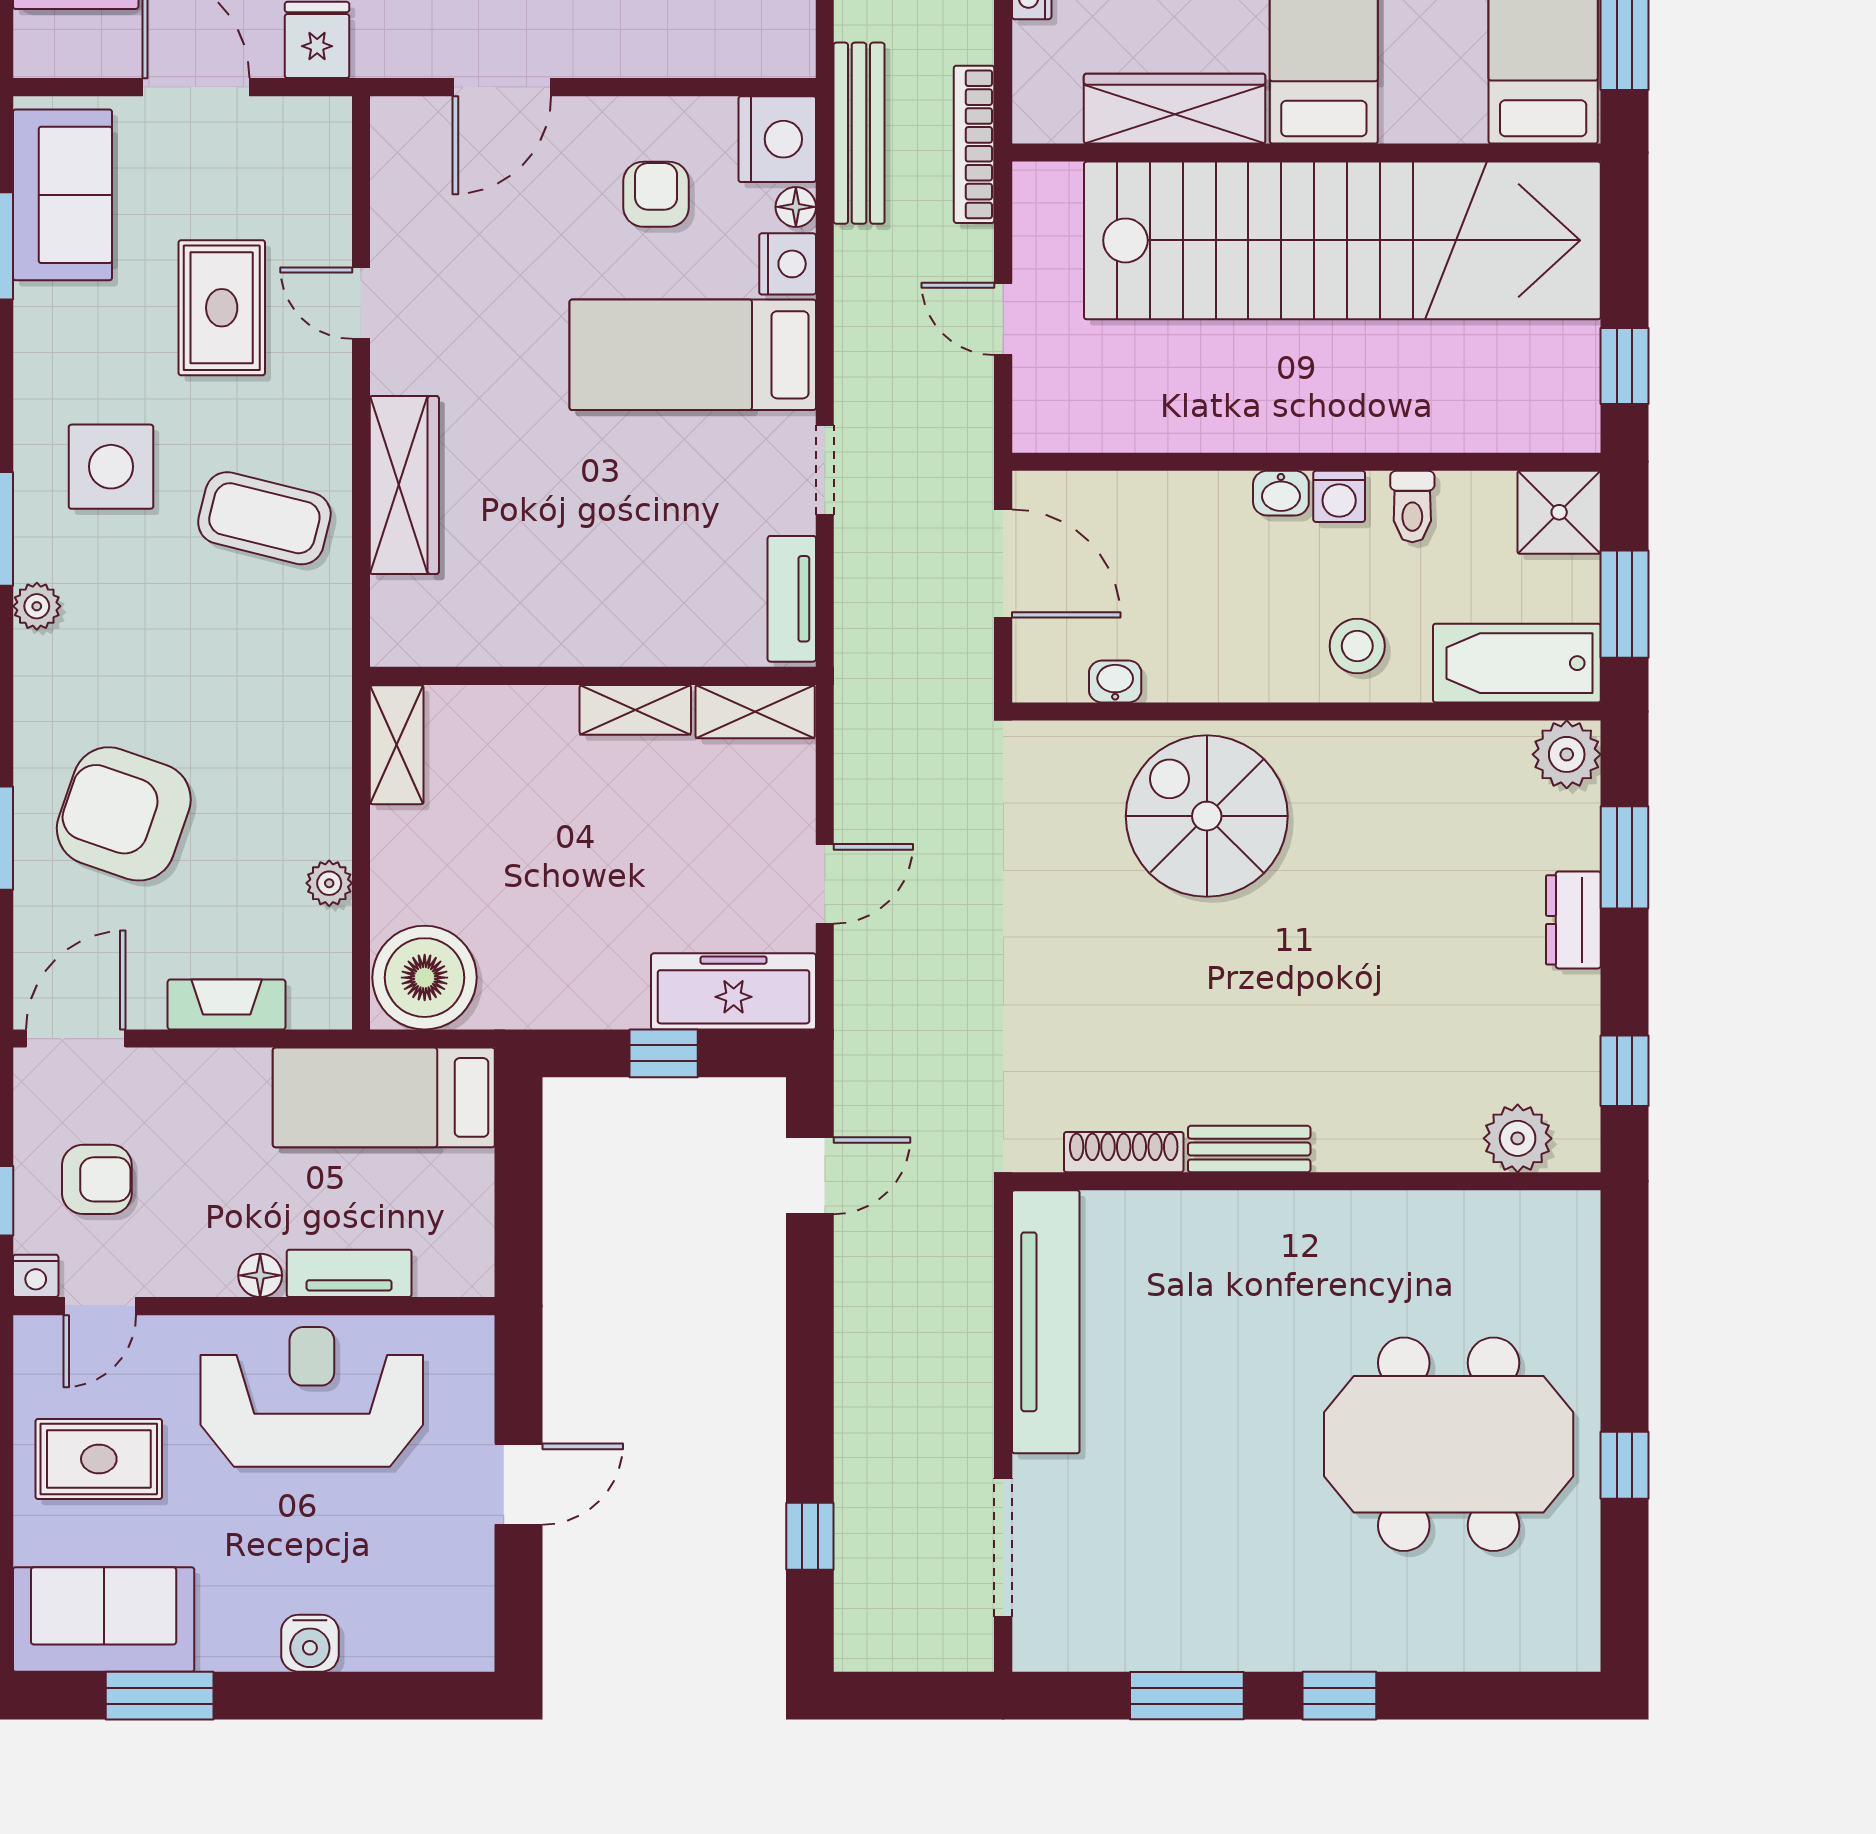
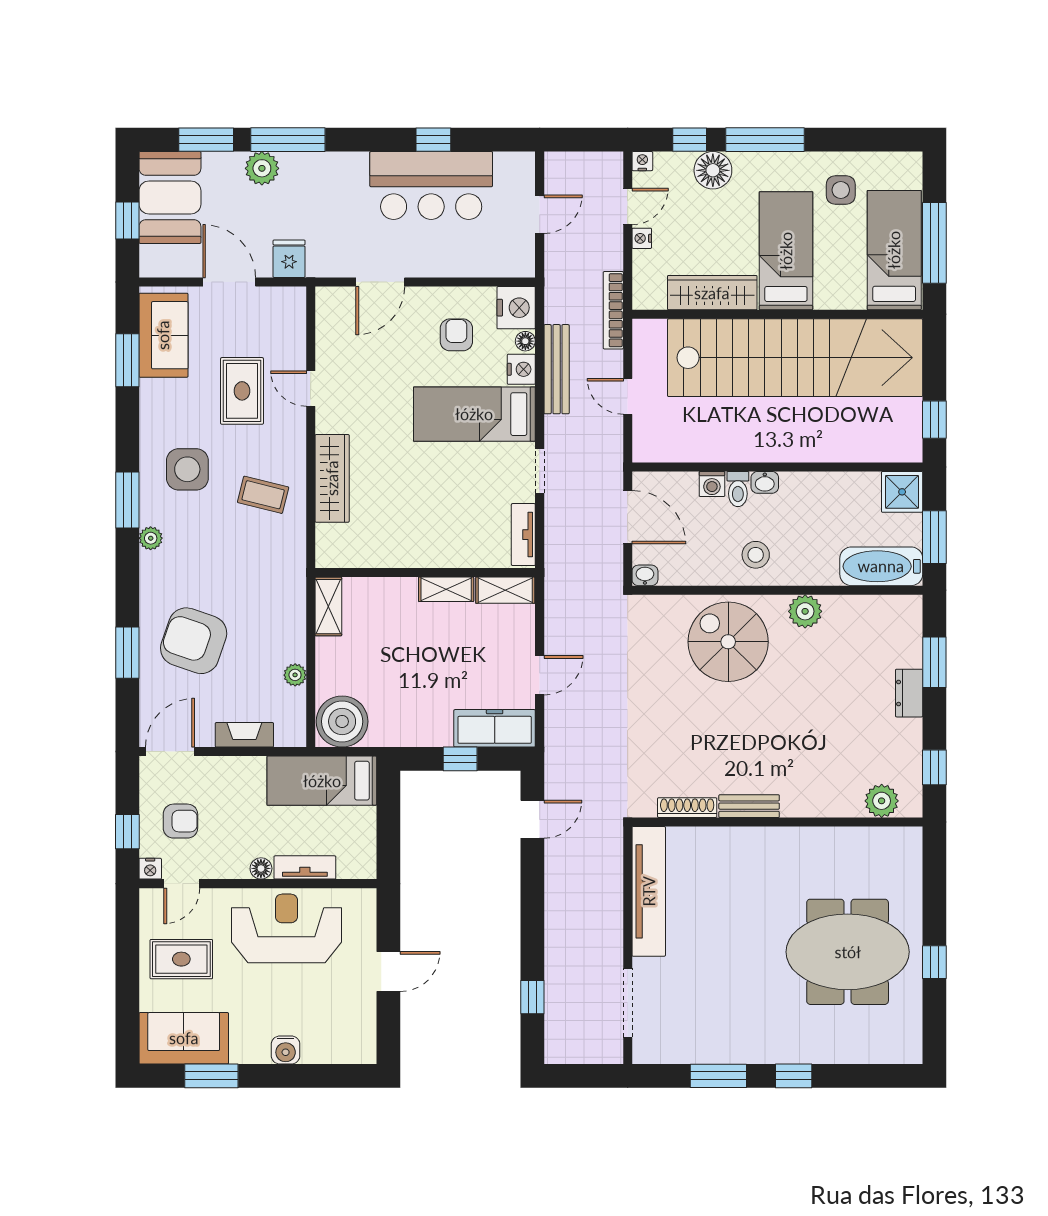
bench: (859, 133) -> (557, 369), moved
washing machine: (1339, 496) -> (712, 484), moved
toilet: (1412, 507) -> (738, 489), moved
coffee table: (264, 518) -> (263, 495), width x0.73, depth x0.77
stool: (1357, 646) -> (756, 555), moved
washbasin: (1115, 682) -> (645, 575), moved
plant: (1567, 754) -> (805, 611), moved

